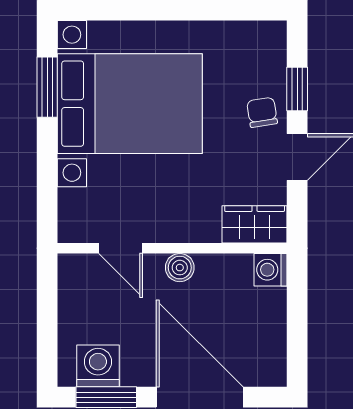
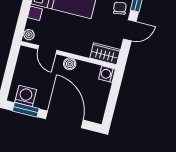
plant: (71, 225) -> (29, 35), added

